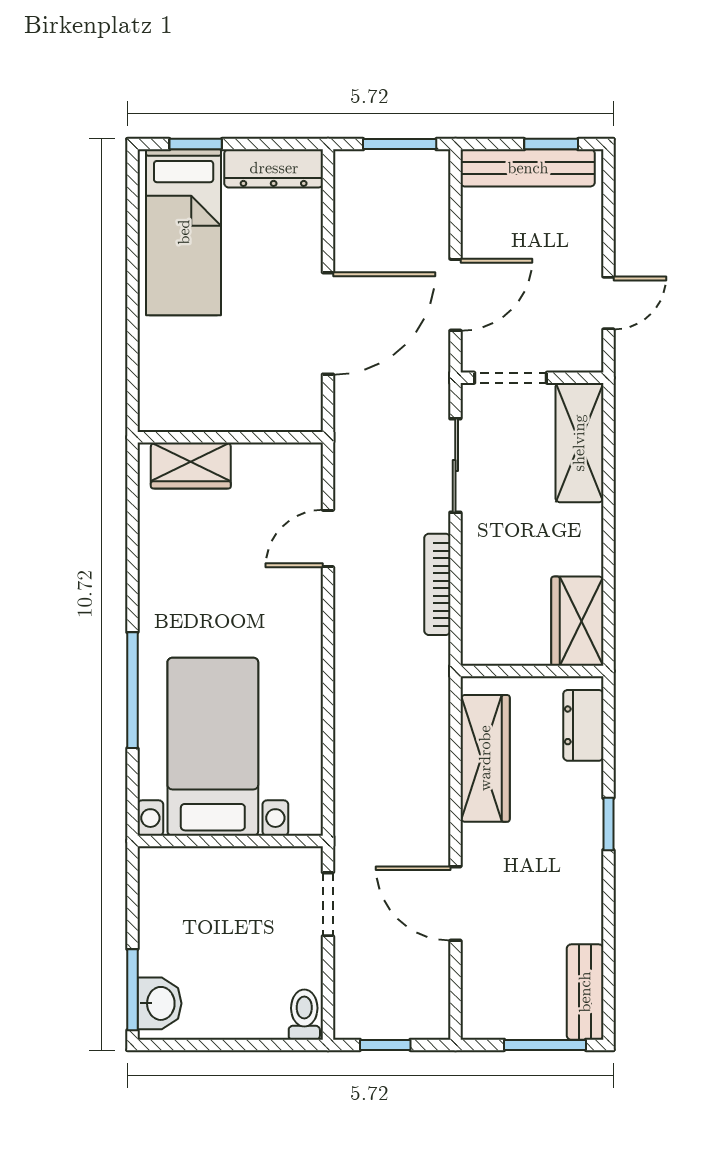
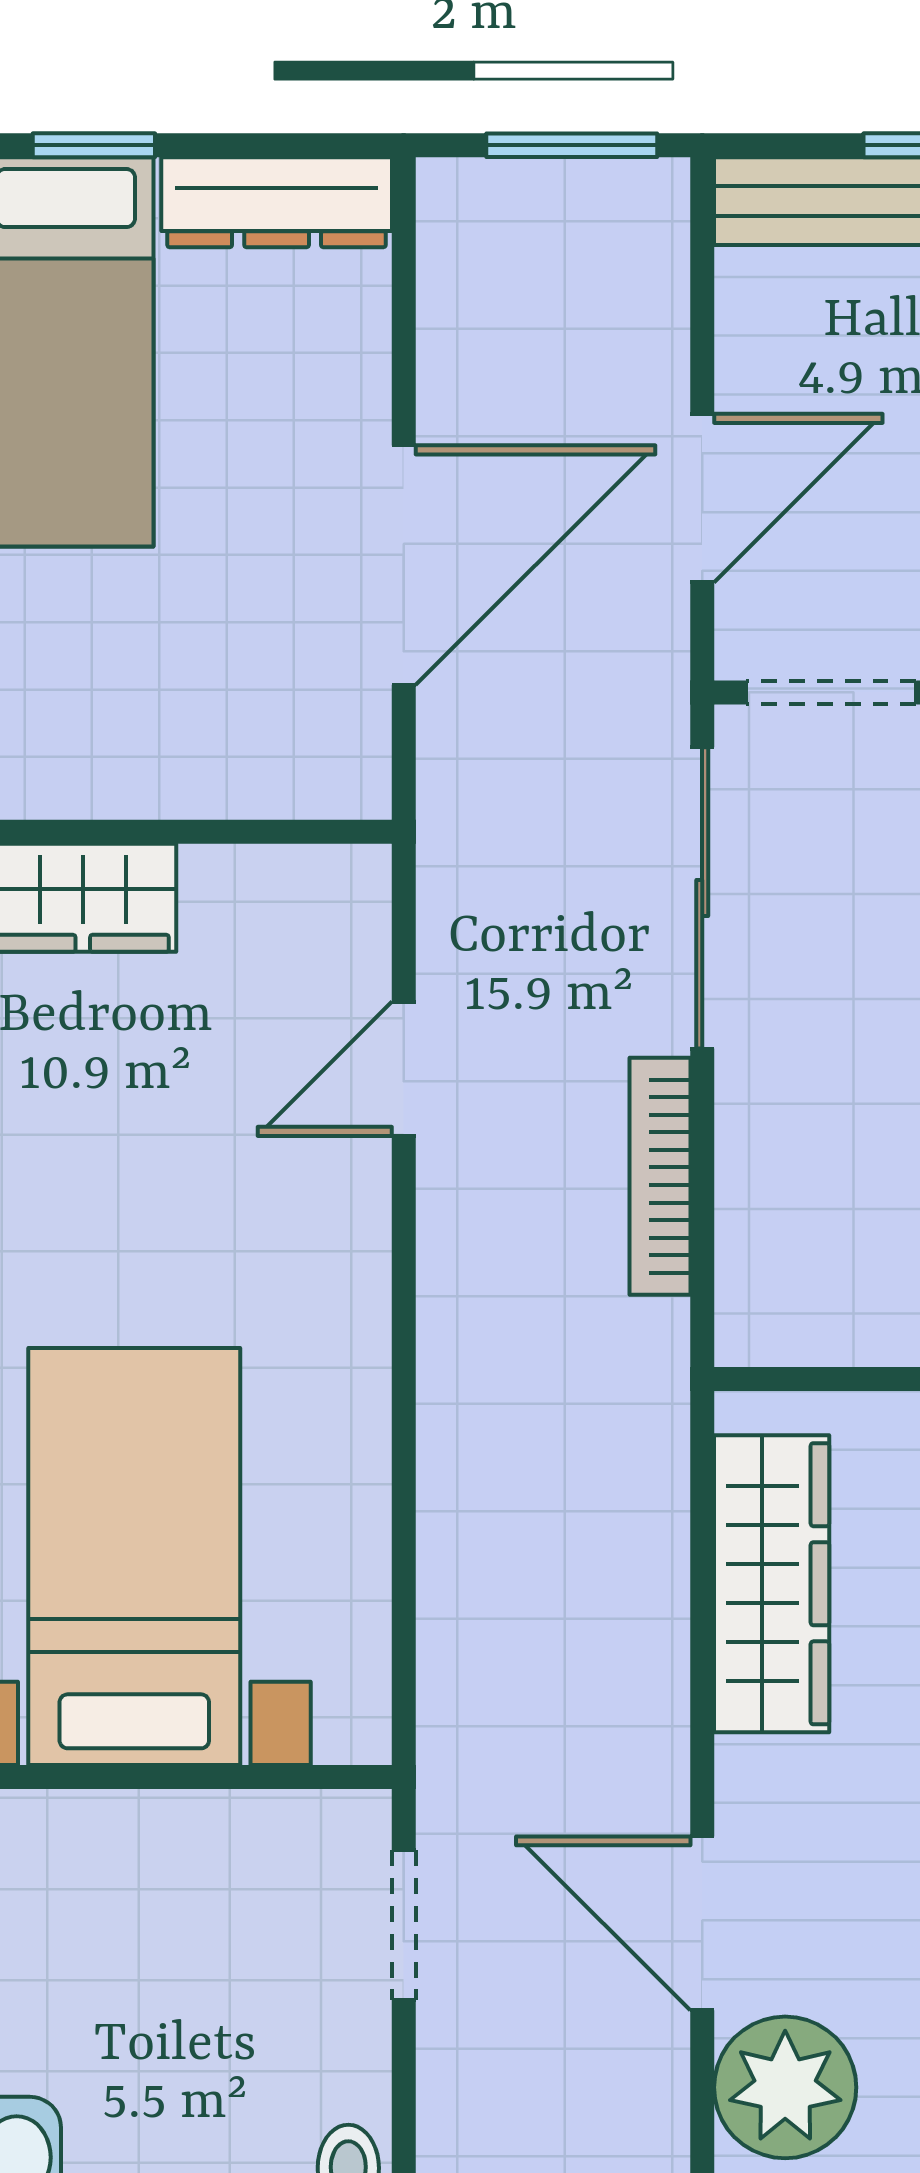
sliding door: (455, 466) -> (702, 898), width x1.37
plant: (491, 974) -> (785, 2087), added

